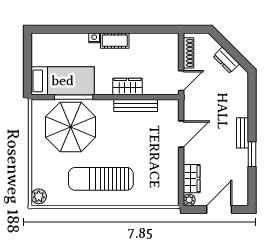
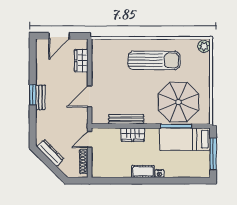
dresser: (226, 60) -> (50, 153), width x1.44
window: (27, 62) -> (213, 154), added
window: (252, 154) -> (33, 95), moved
plant: (189, 200) -> (83, 43), removed

